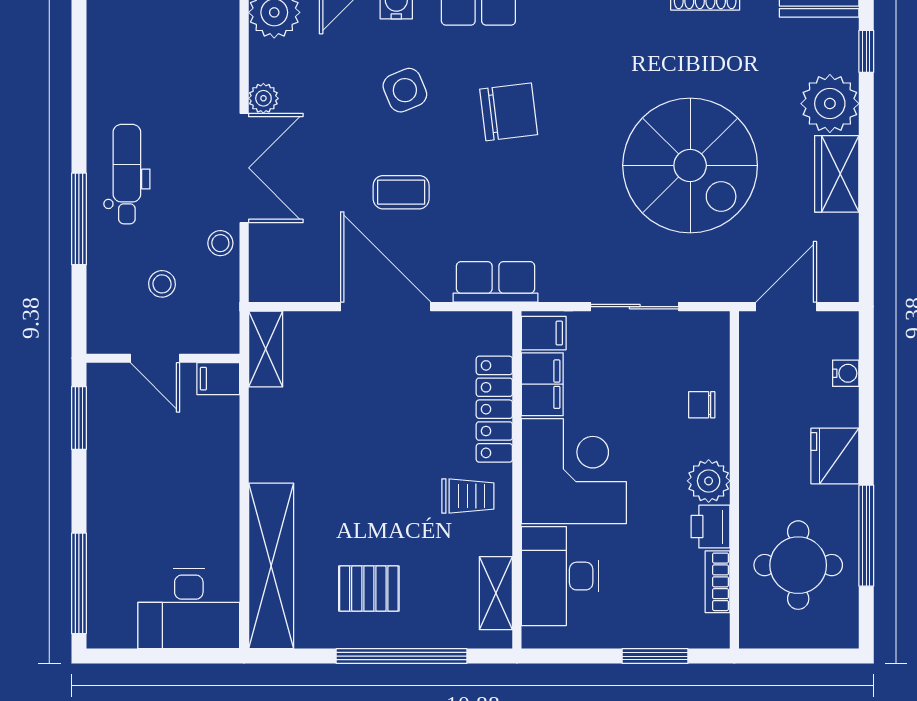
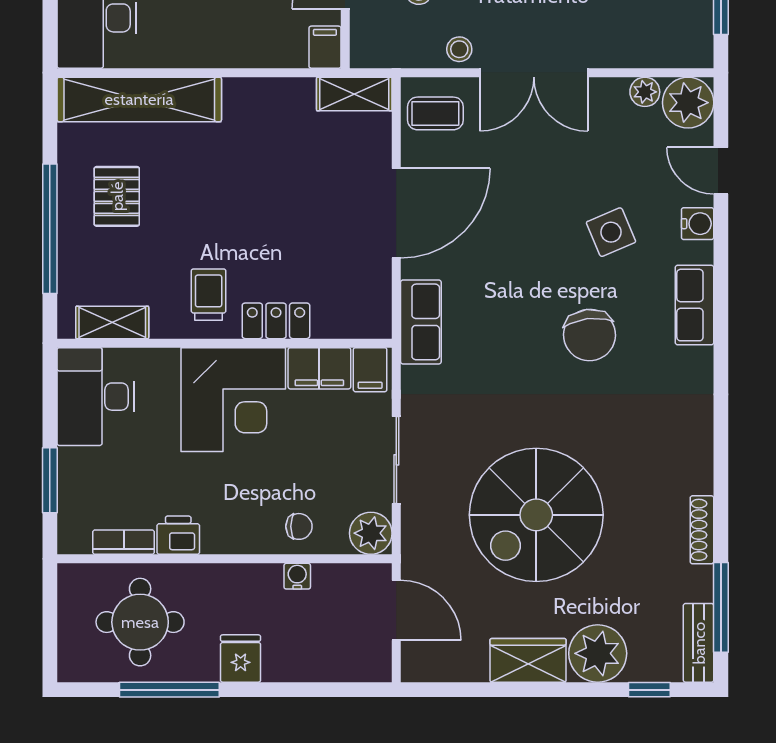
plant: (263, 98) -> (645, 92), moved
coffee table: (401, 192) -> (435, 113), moved, turned 90
water cooler: (846, 373) -> (297, 576), moved, turned 180
chair: (702, 405) -> (299, 526), turned 90
locker: (494, 409) -> (276, 321), width x0.66
fridge: (835, 456) -> (241, 659), width x0.72
plant: (709, 481) -> (371, 533), moved
trolley: (468, 496) -> (209, 295), turned 180
desk: (560, 576) -> (96, 397), moved, turned -90

